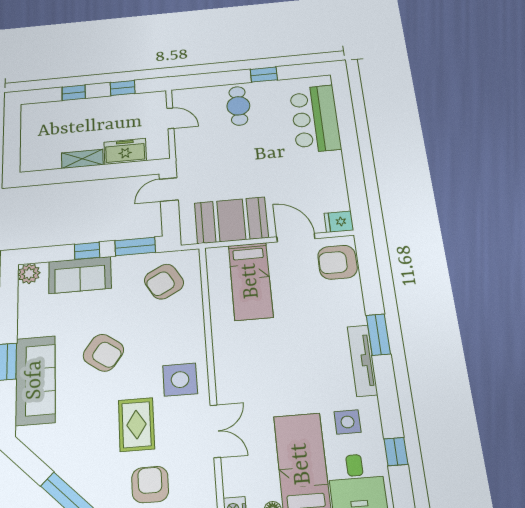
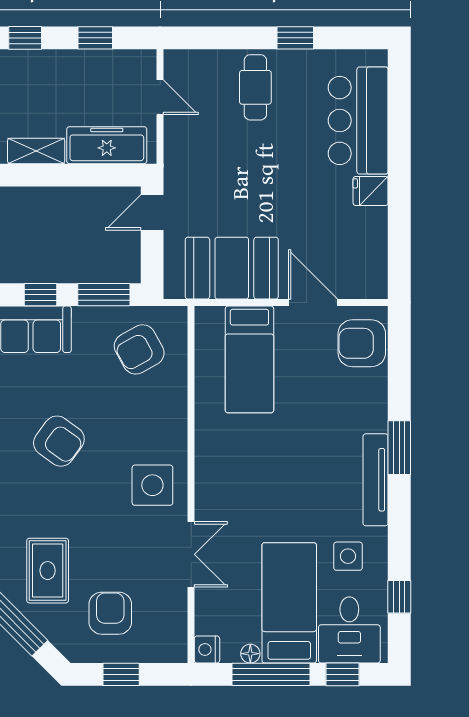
freezer: (125, 151) -> (107, 145), width x1.40
fridge: (339, 222) -> (371, 191), moved
rug: (136, 425) -> (48, 571), moved

